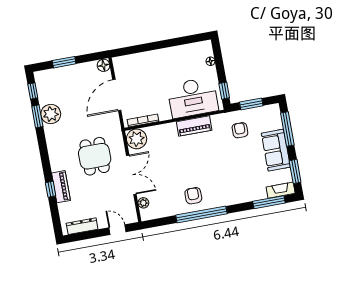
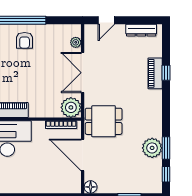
door: (117, 95) -> (83, 155), swing flipped
dining table: (95, 156) -> (104, 121), moved, turned 90
door: (117, 230) -> (106, 20), hinge flipped

